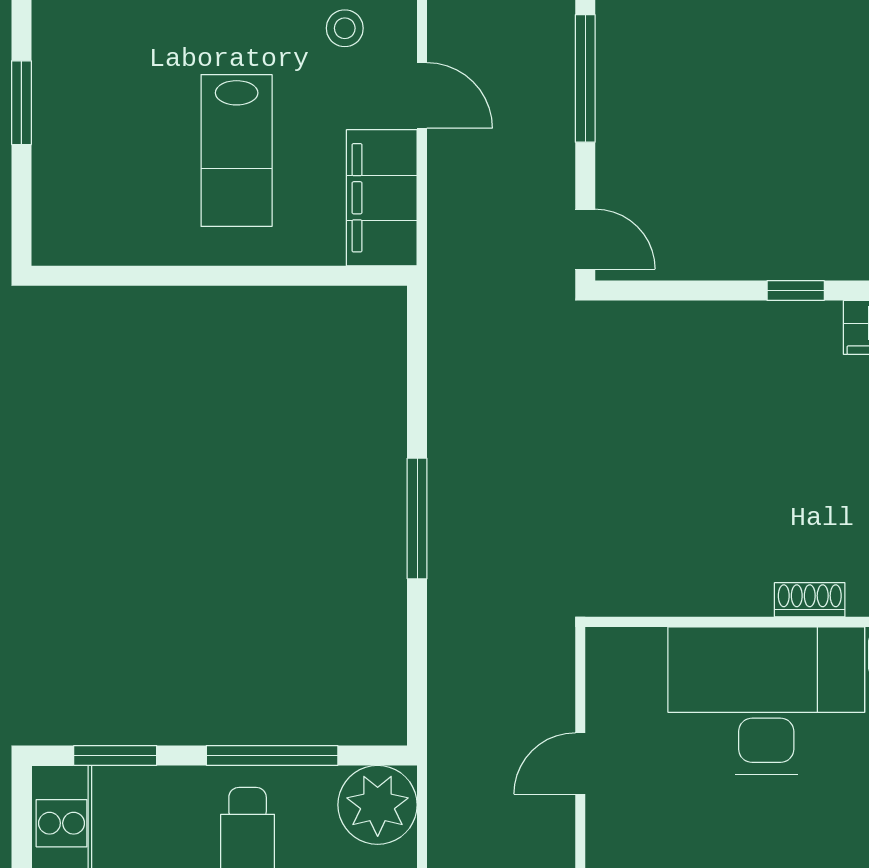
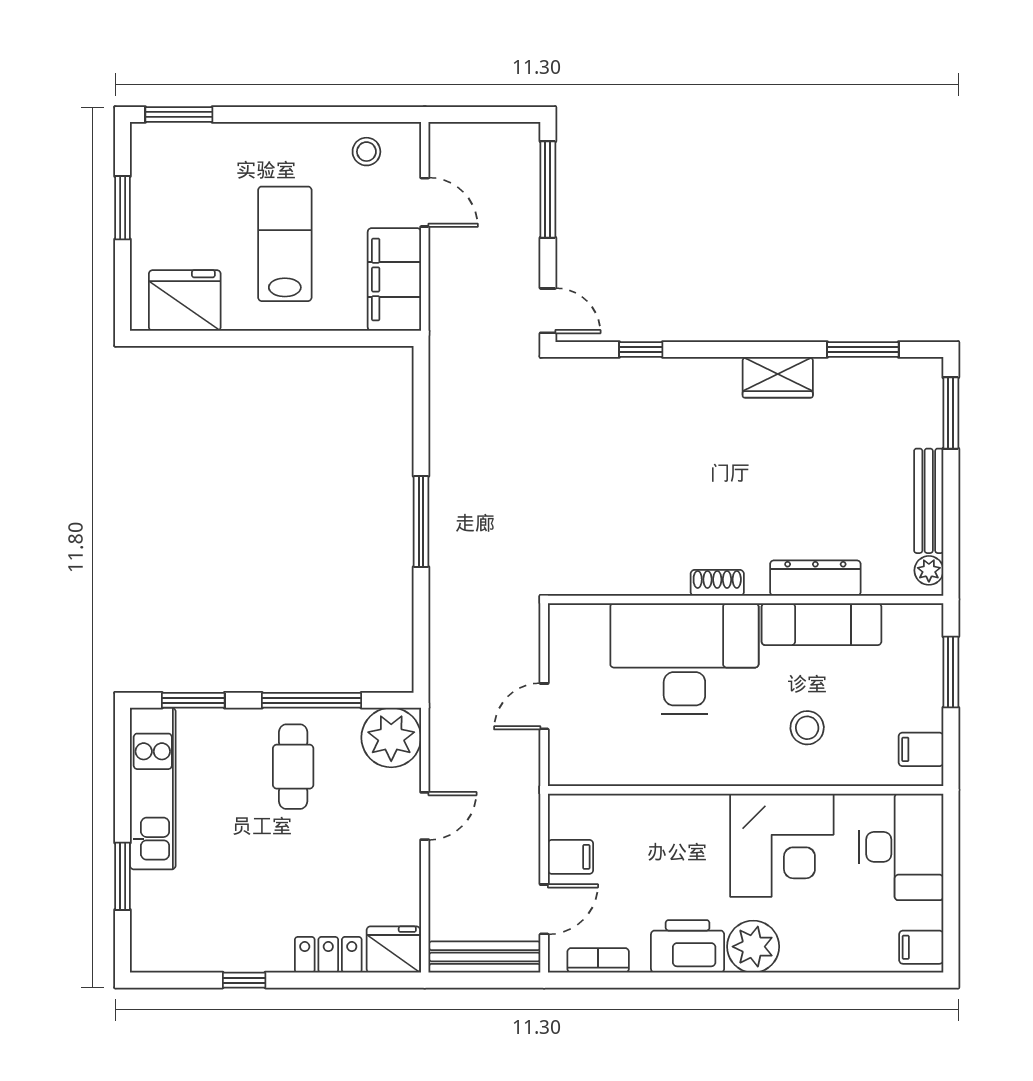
lab bench: (237, 150) -> (285, 244), turned 180
fridge: (104, 226) -> (185, 300), added
window: (796, 291) -> (641, 350), moved

